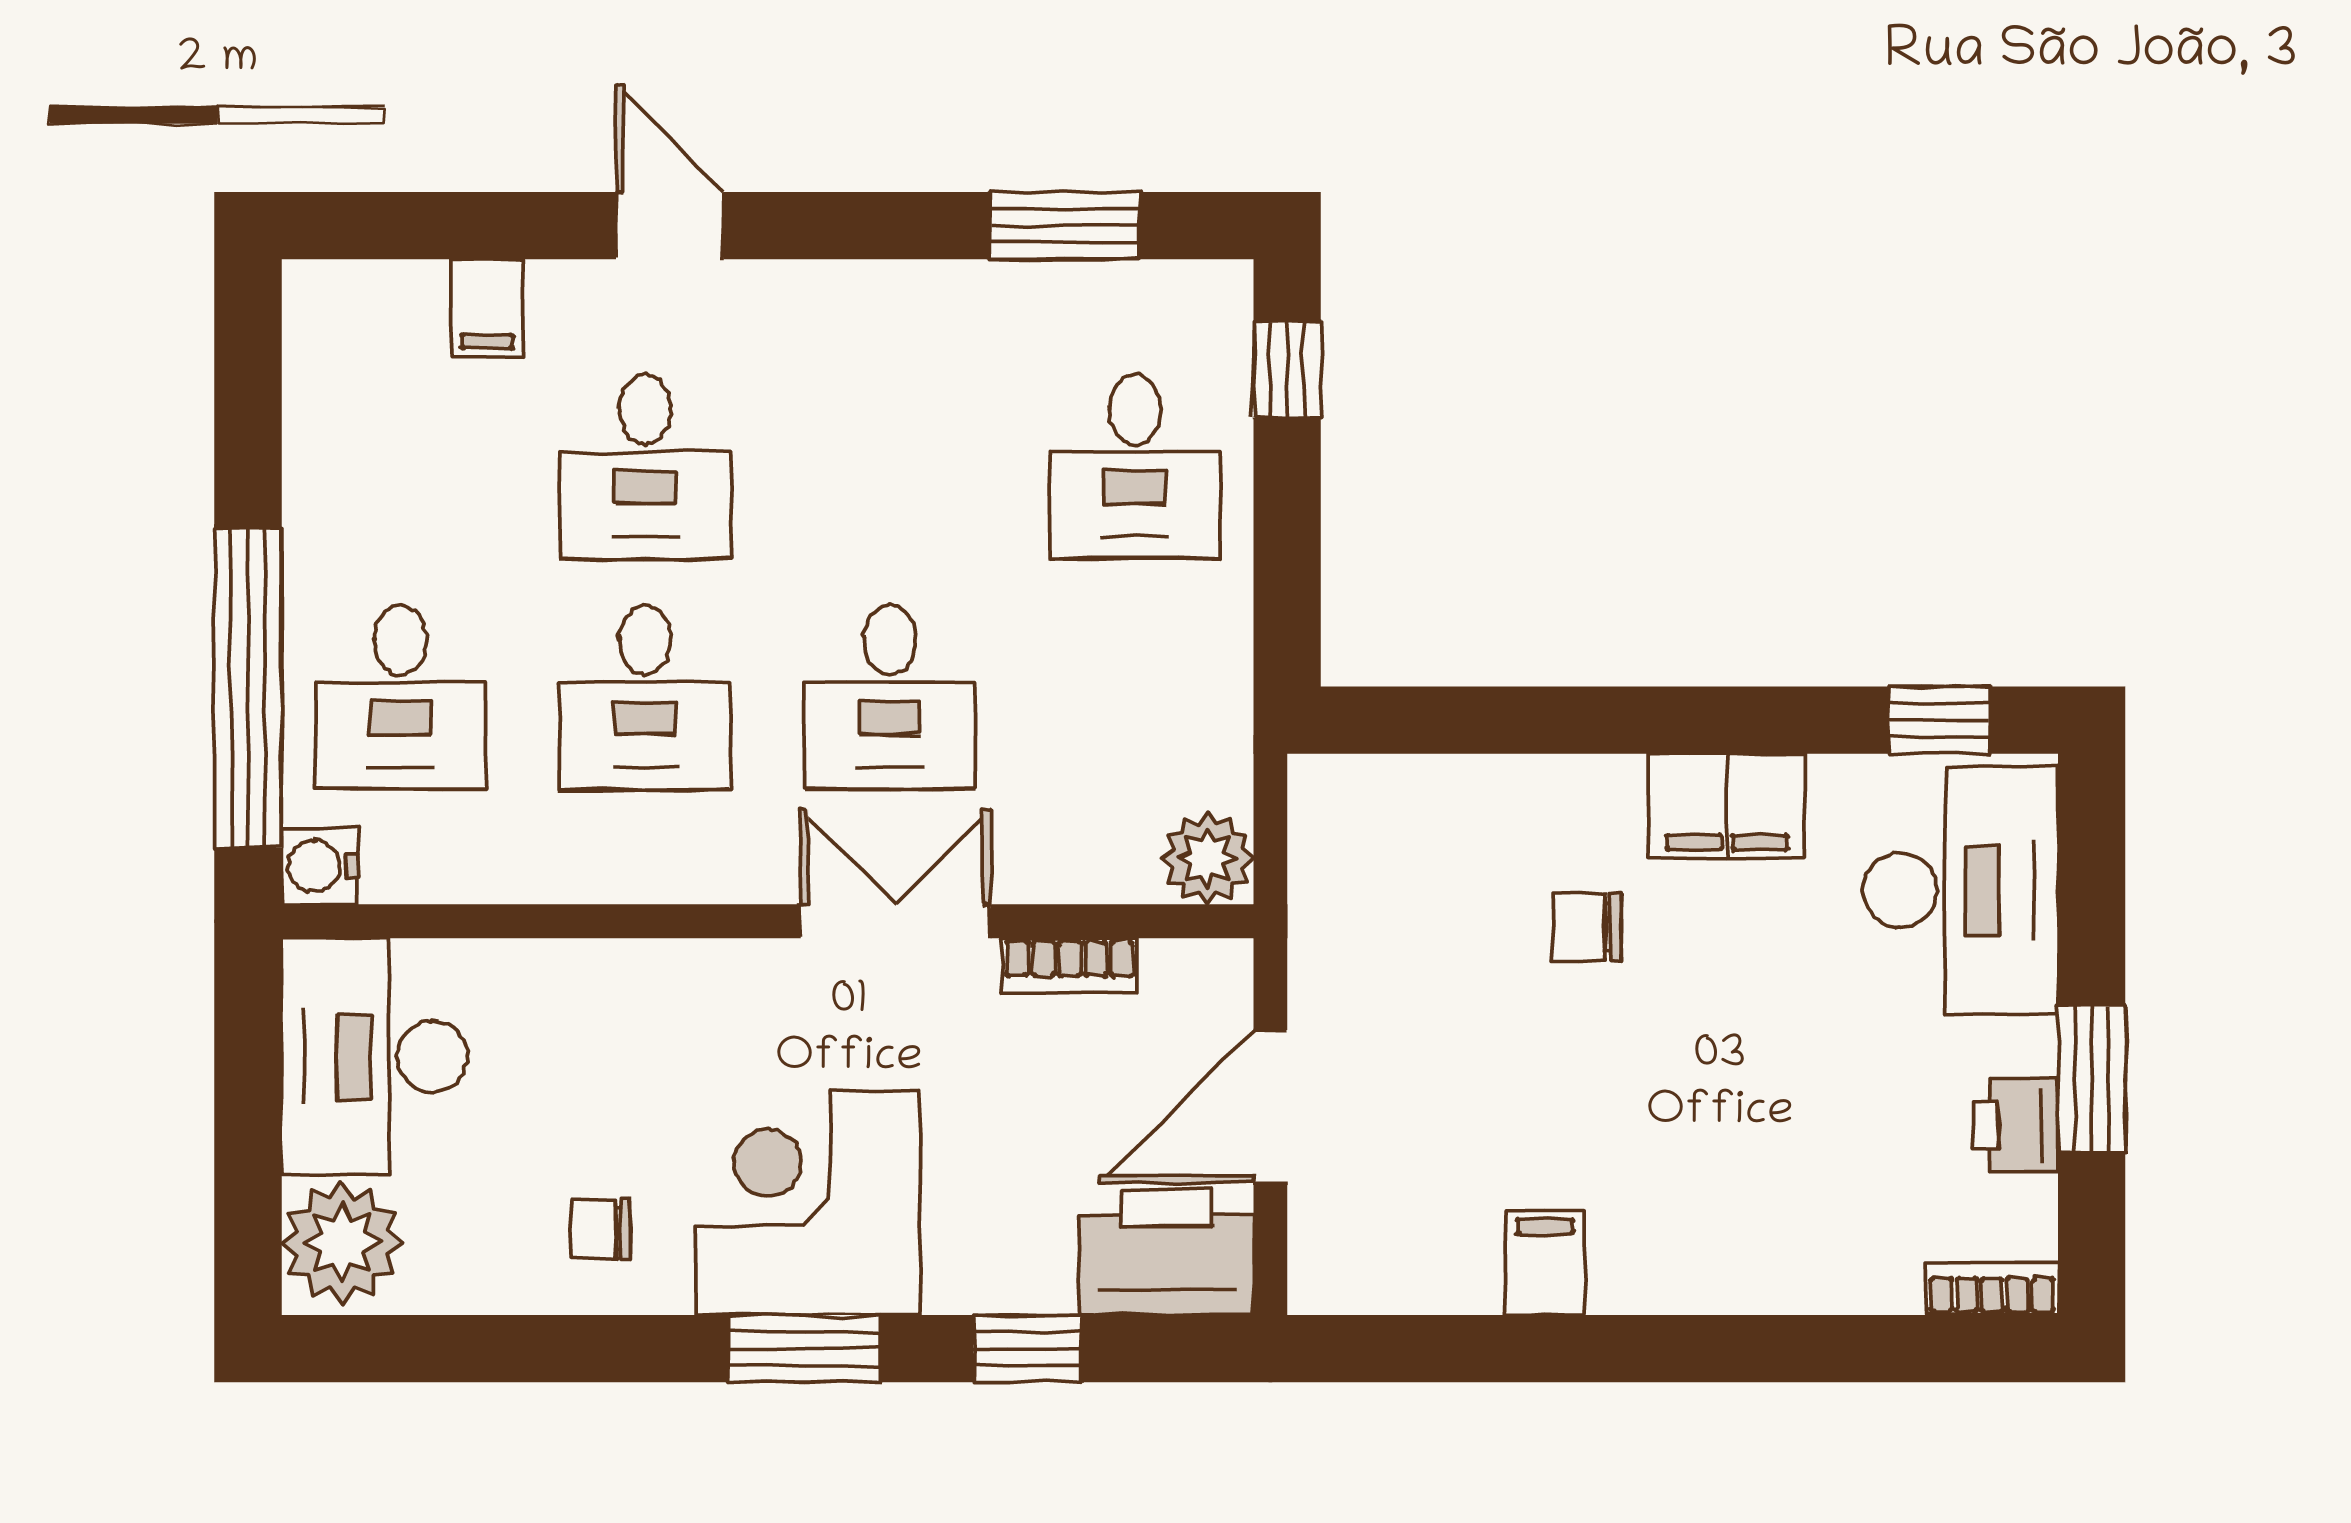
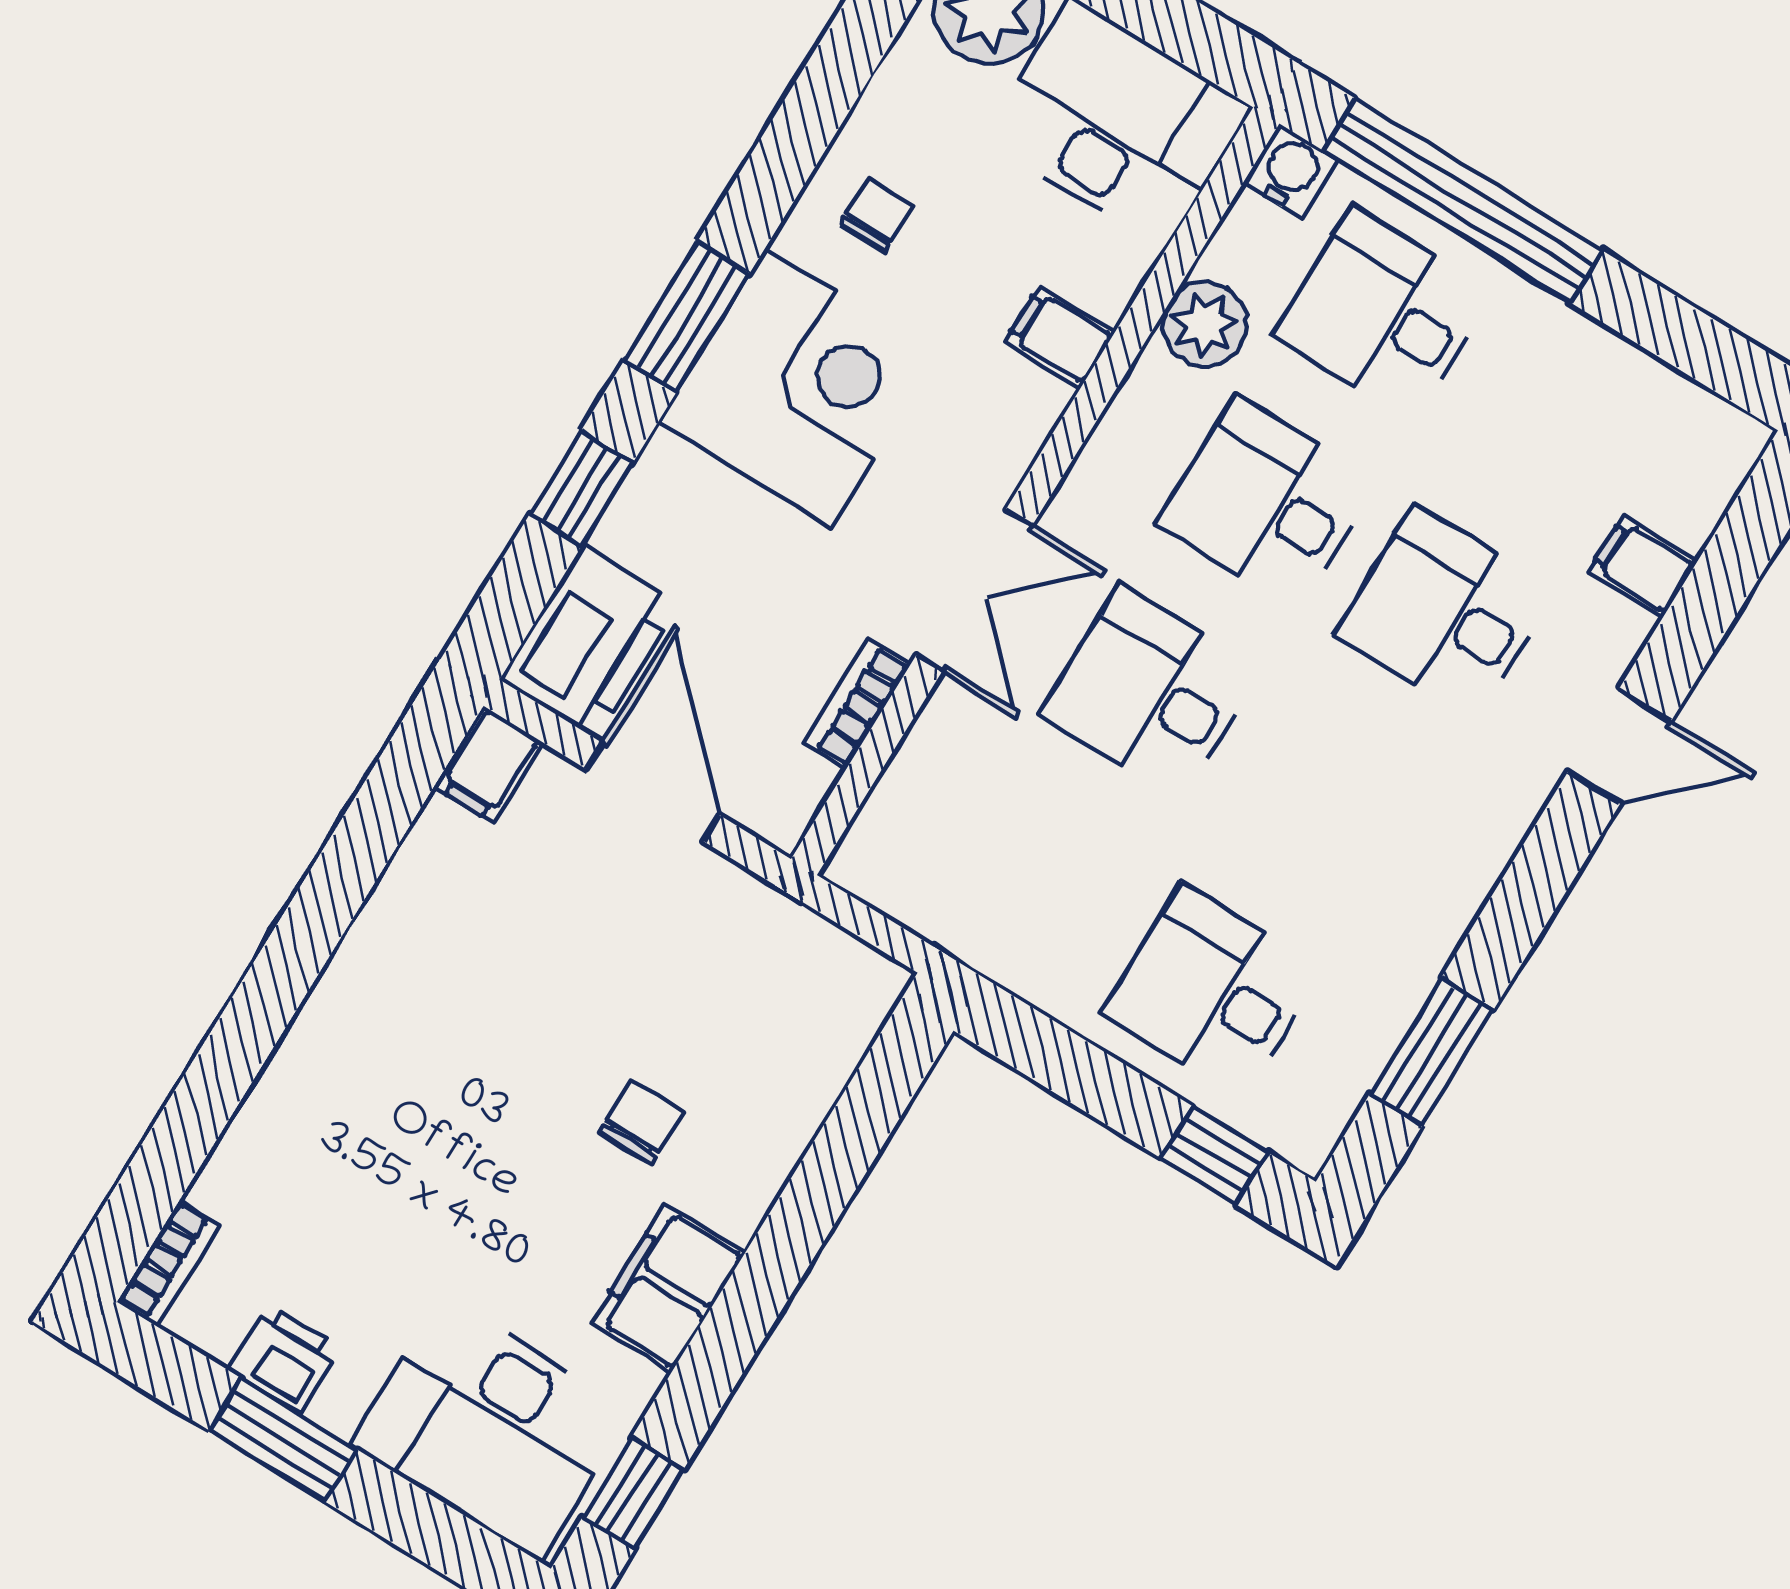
plant: (1208, 858) -> (1205, 325), moved
filing cabinet: (608, 987) -> (1060, 337), added
filing cabinet: (1545, 1263) -> (489, 764), moved, turned 90

